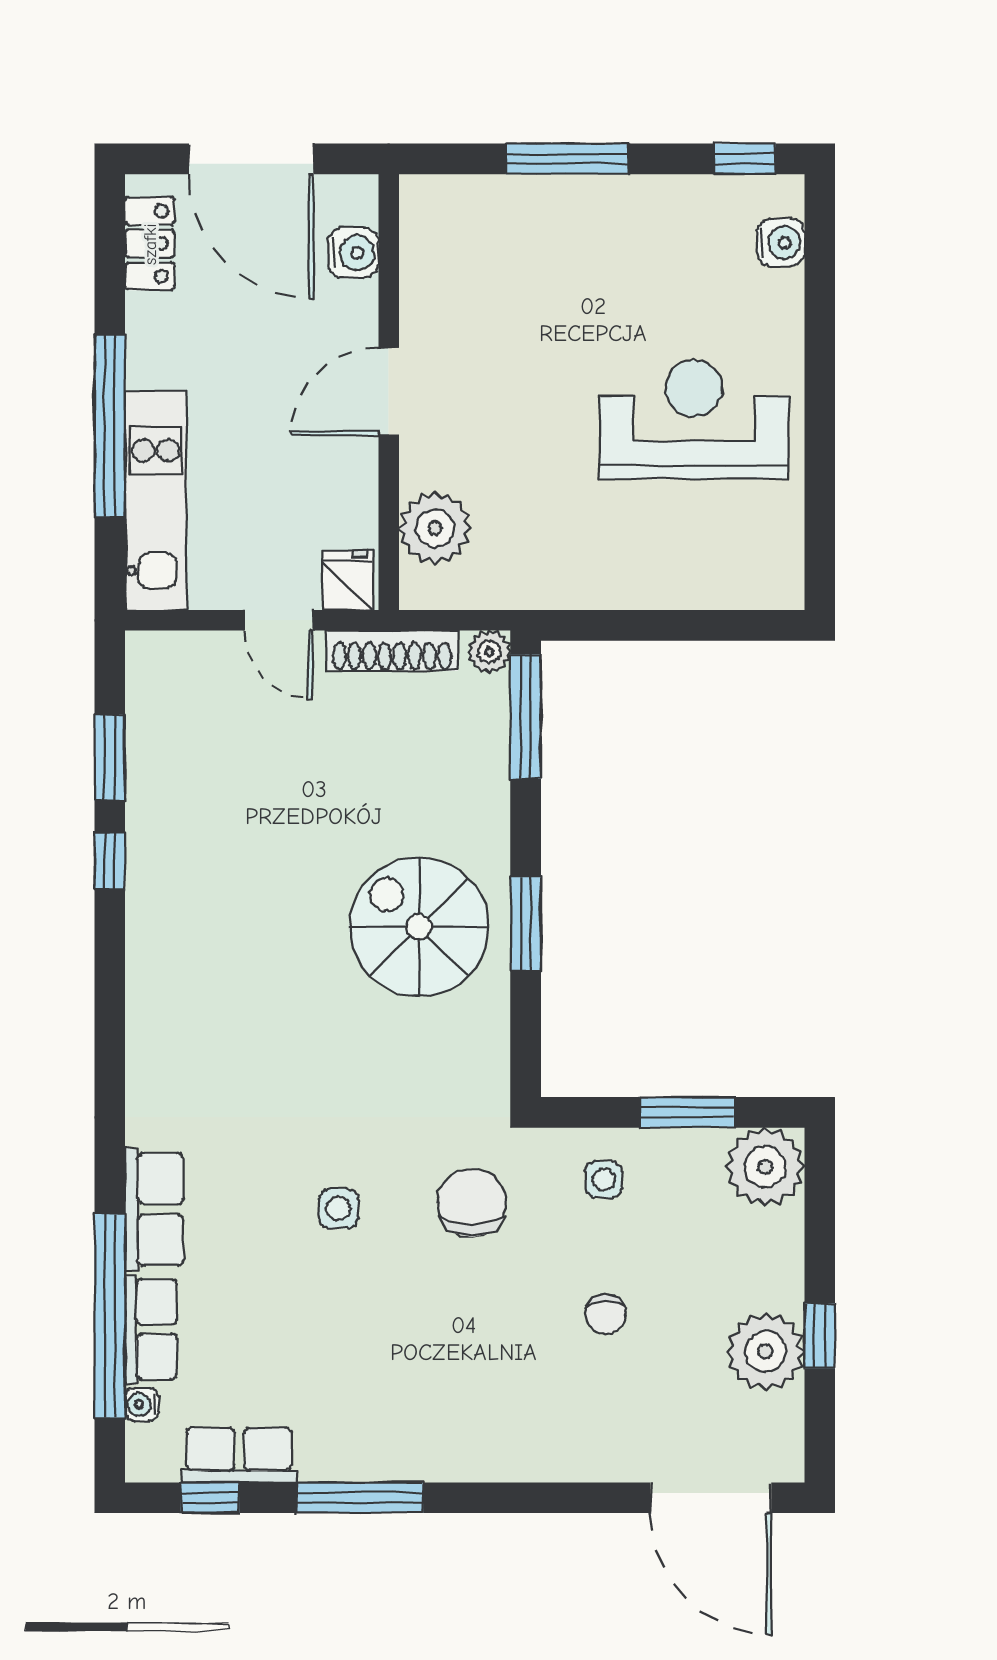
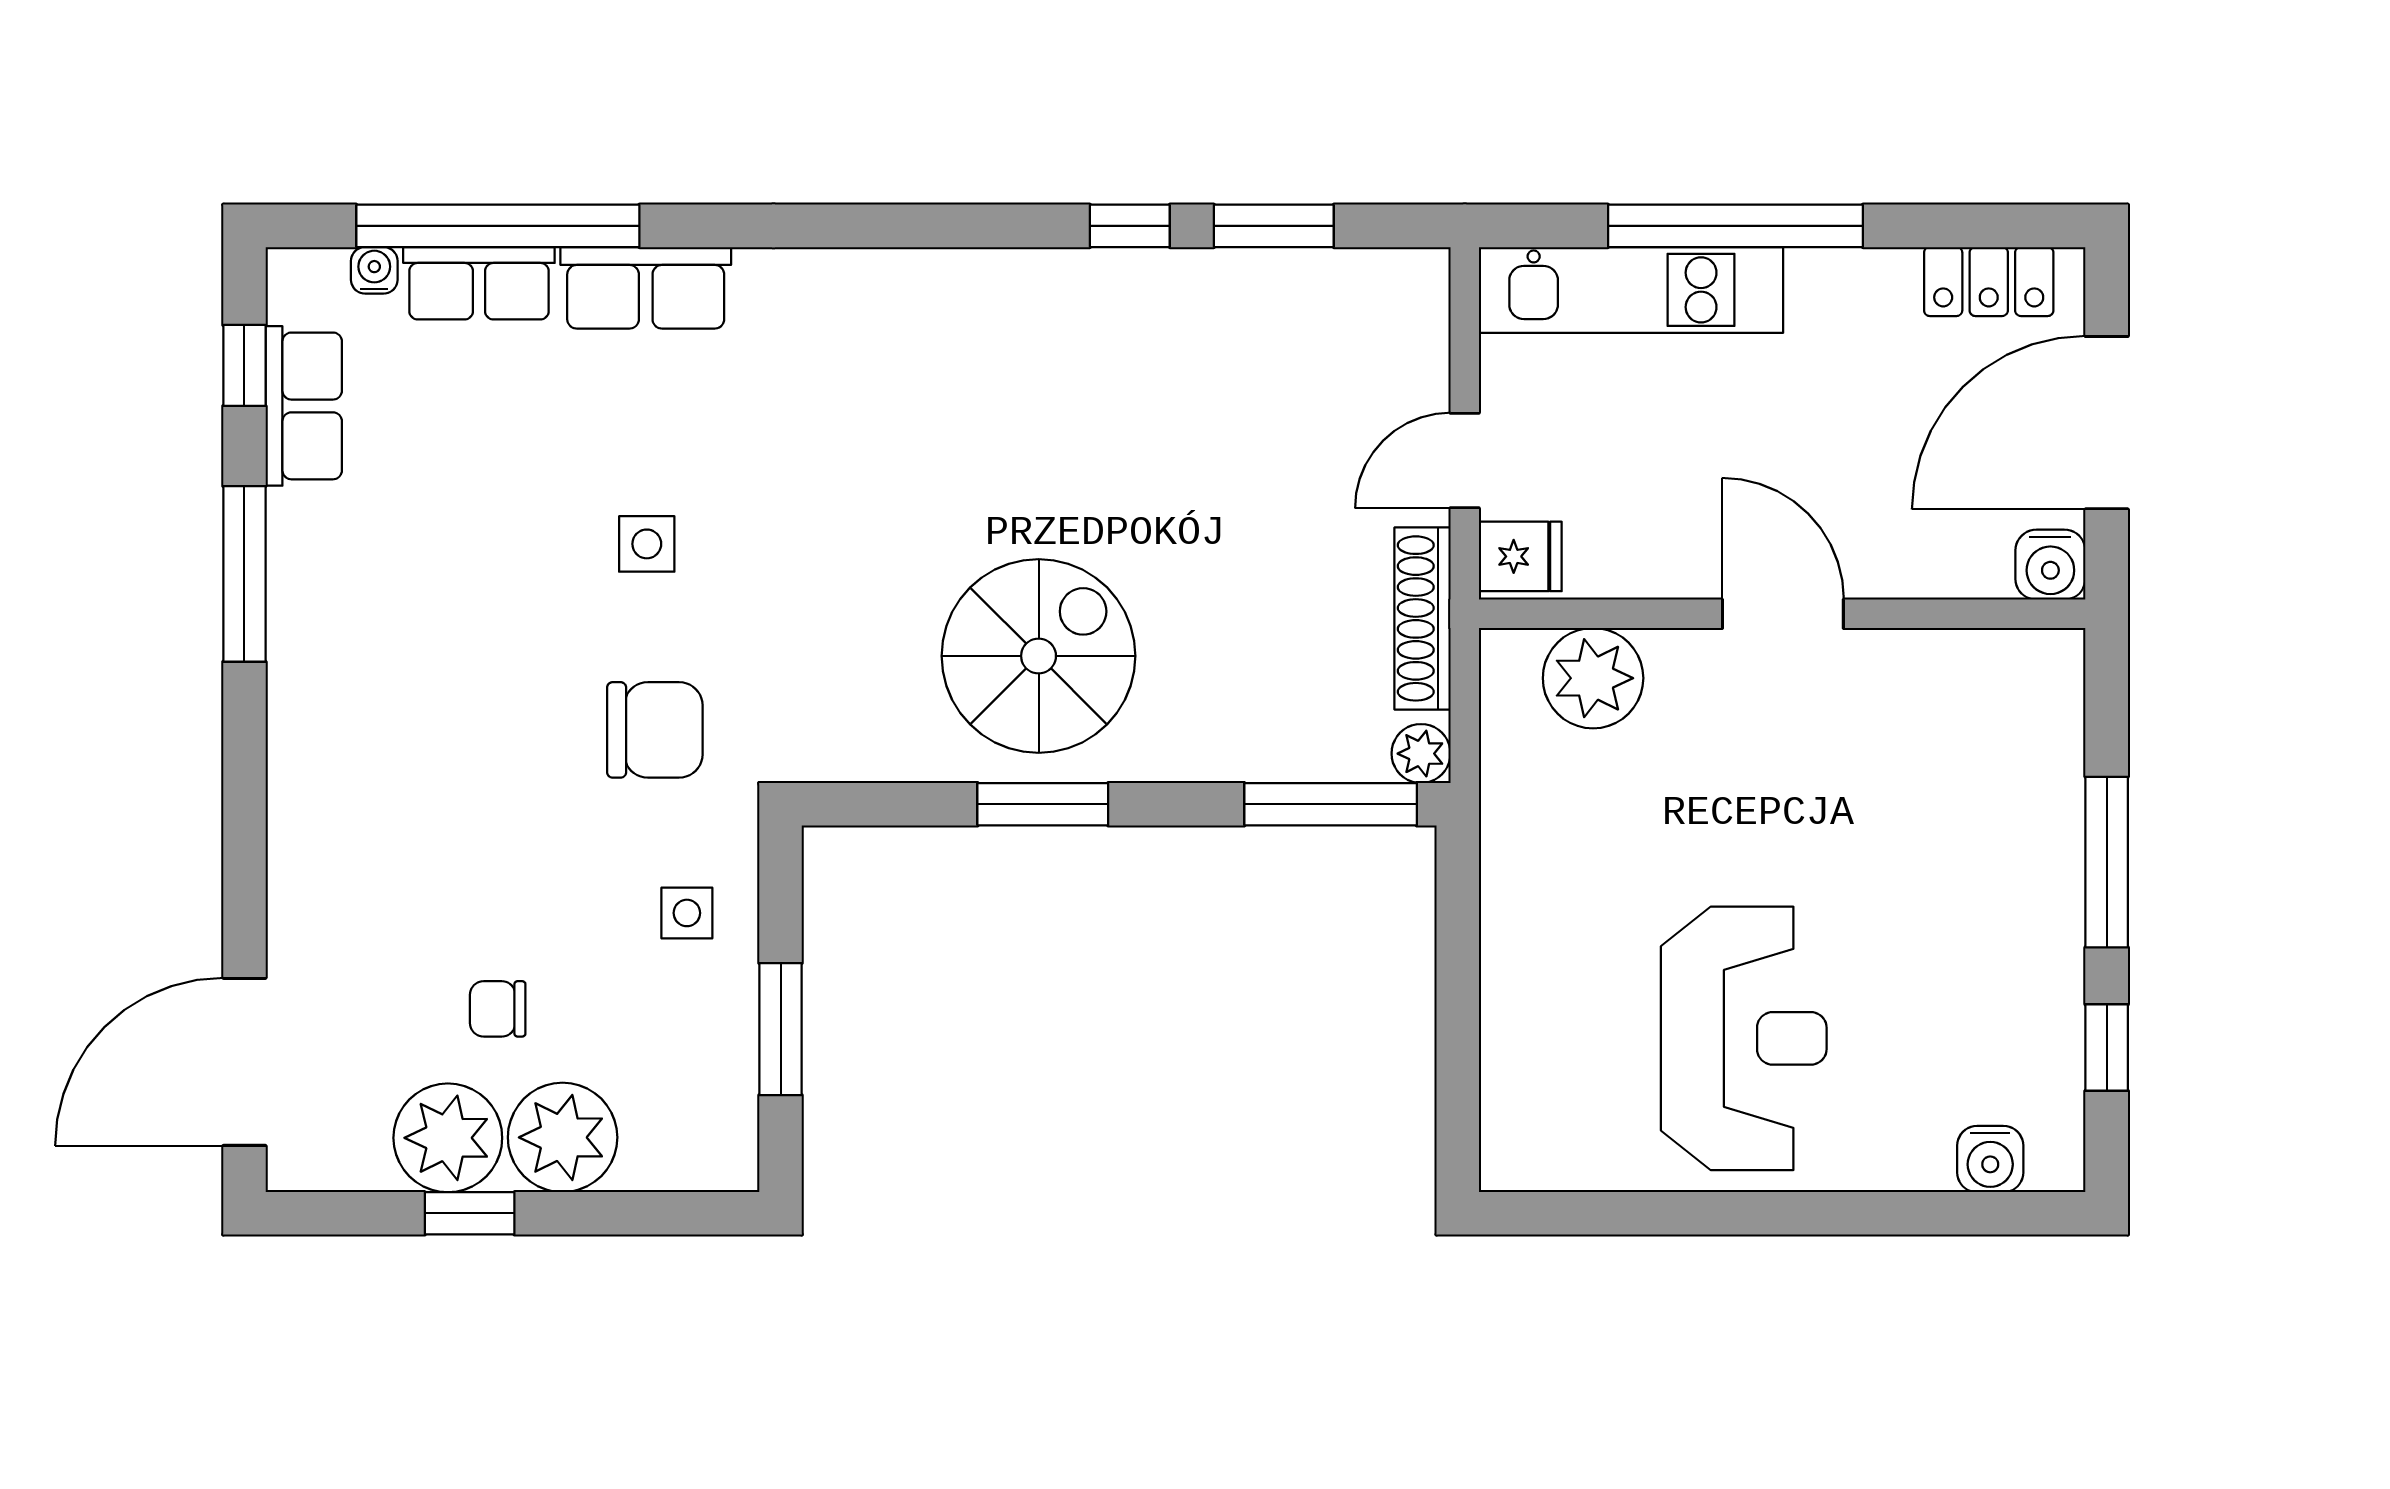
window: (744, 159) -> (2107, 1048), moved
water cooler: (353, 253) -> (2050, 565), moved
plant: (765, 1167) -> (563, 1137), moved
chair: (606, 1314) -> (498, 1009), moved

